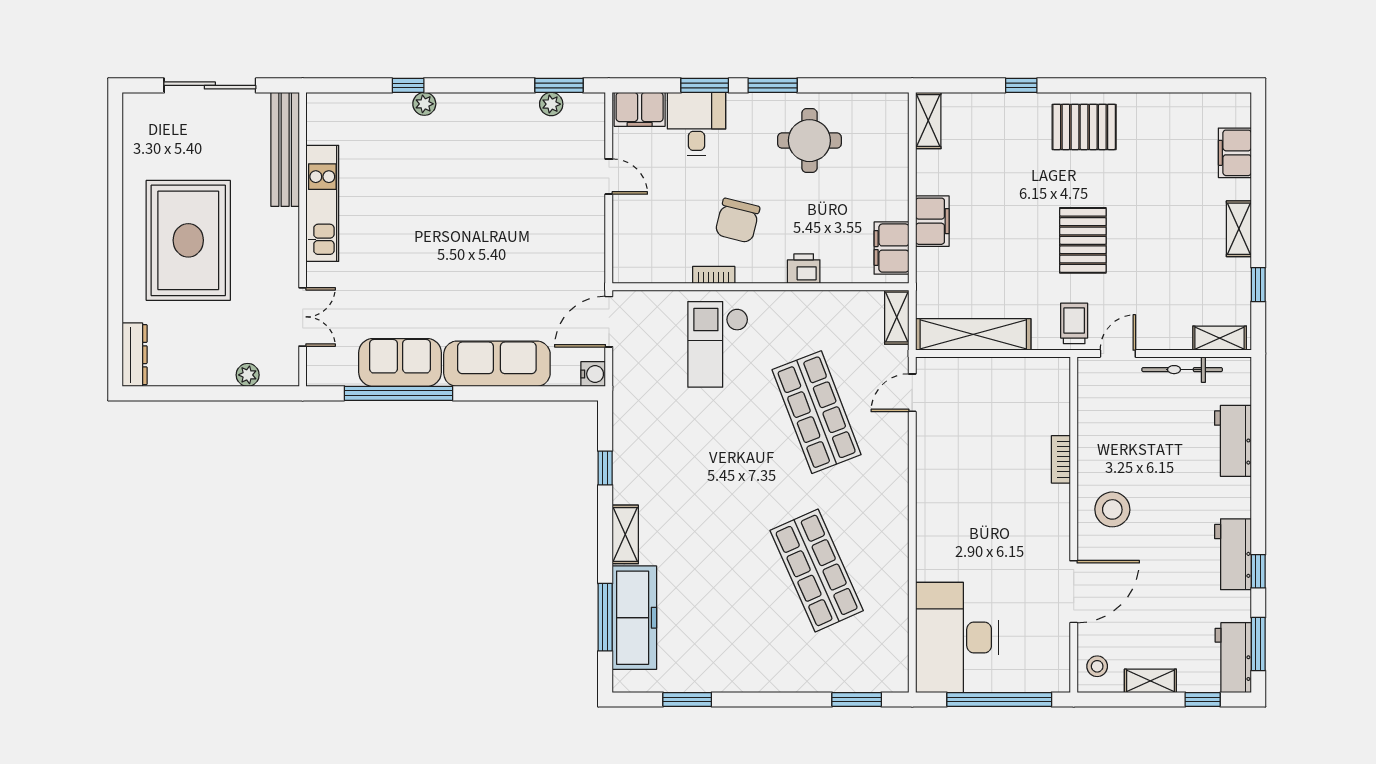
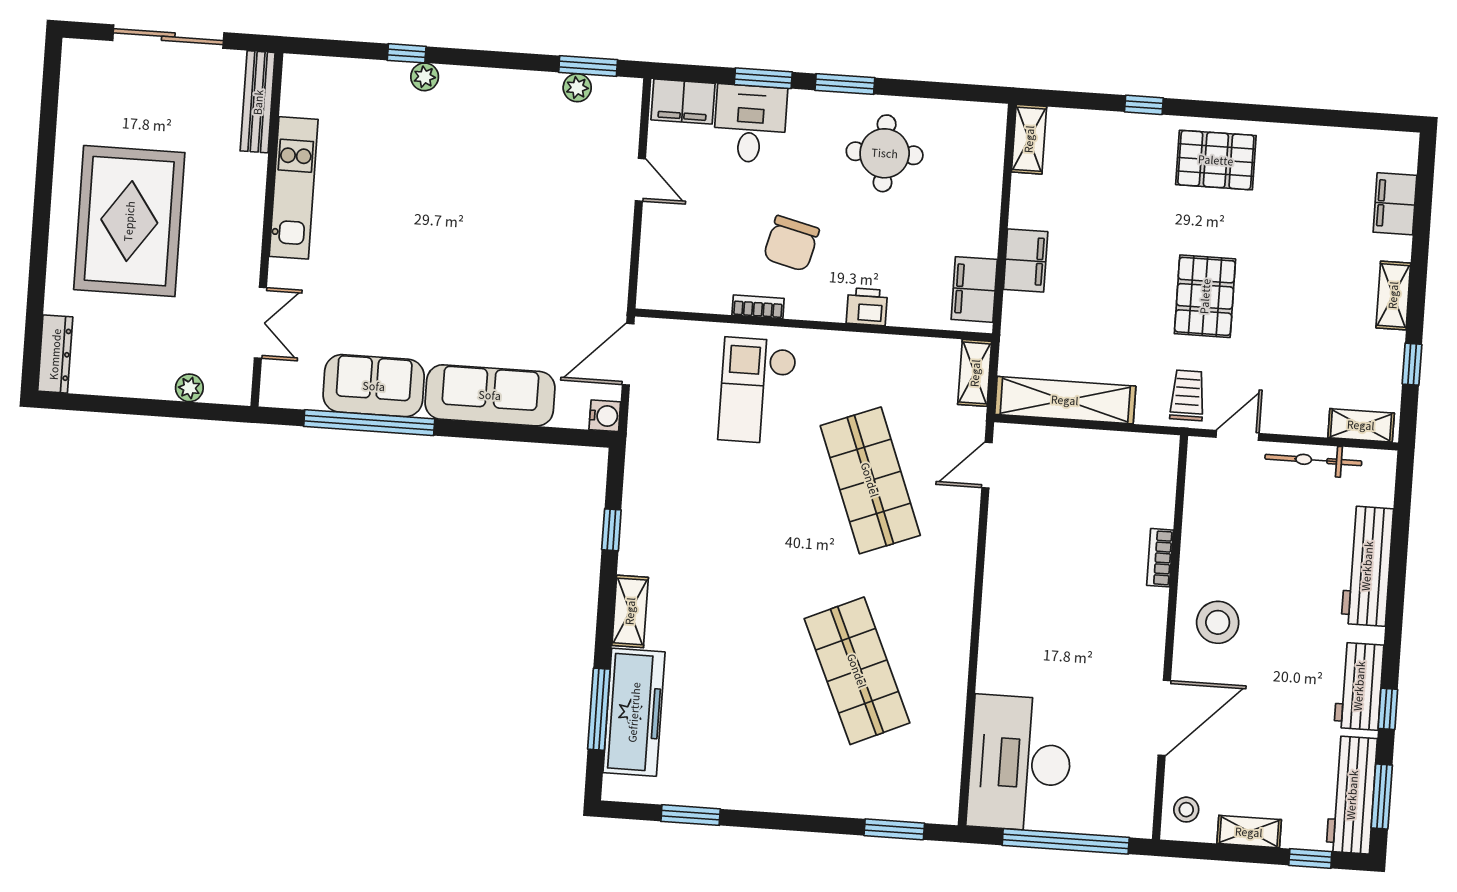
bench: (285, 149) -> (258, 102), width x0.73, depth x0.82
workbench: (1233, 441) -> (1367, 566), width x1.37
workbench: (1233, 658) -> (1352, 795), width x1.37

